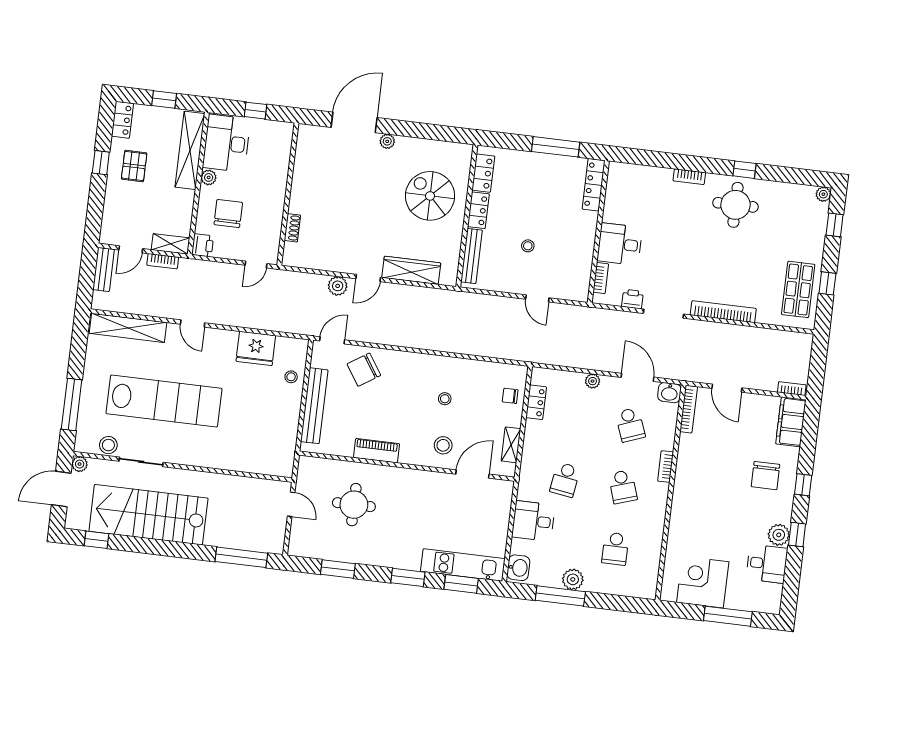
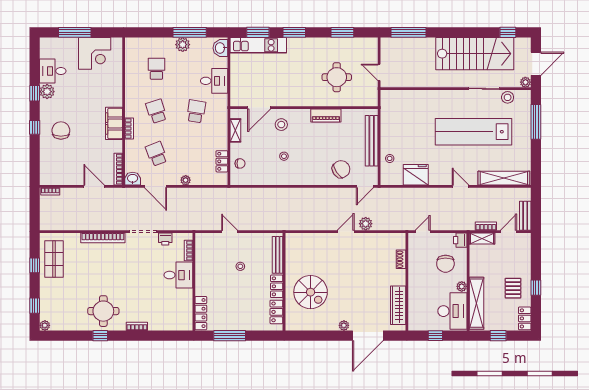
wardrobe: (411, 270) -> (398, 305), moved, turned 90
filing cabinet: (791, 422) -> (114, 123), moved, turned 180

